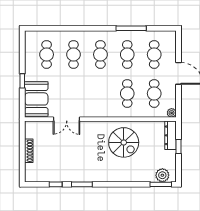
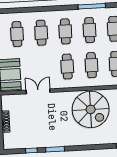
cafe table: (100, 93) -> (67, 66), added
double door: (67, 119) -> (38, 91), swing flipped
spiral stairs: (124, 142) -> (91, 109), width x1.37, depth x1.37

